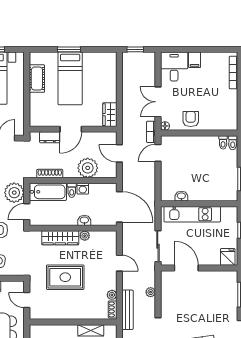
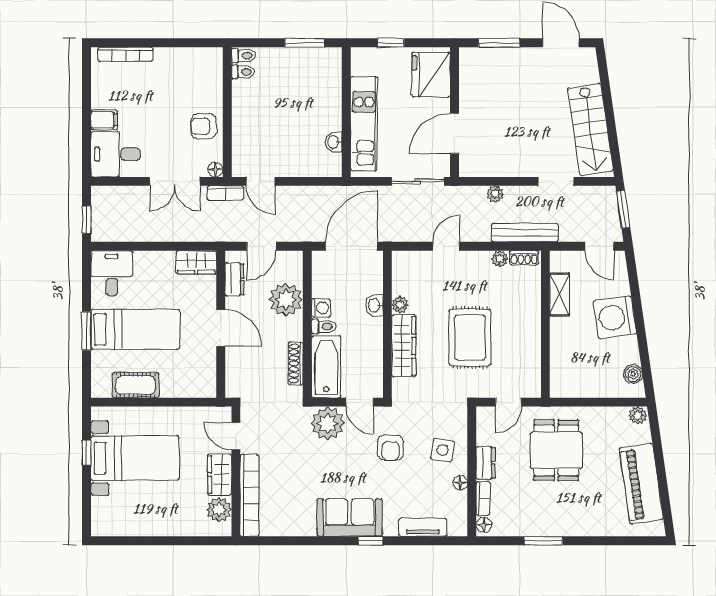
desk: (103, 64) -> (112, 273), added
dresser: (50, 137) -> (234, 279), moved
fridge: (228, 257) -> (431, 75), width x1.88, depth x1.34

